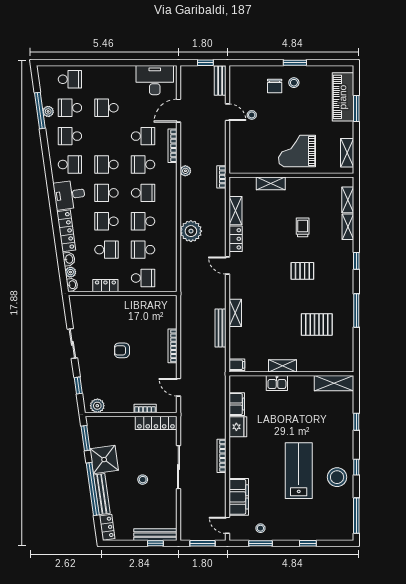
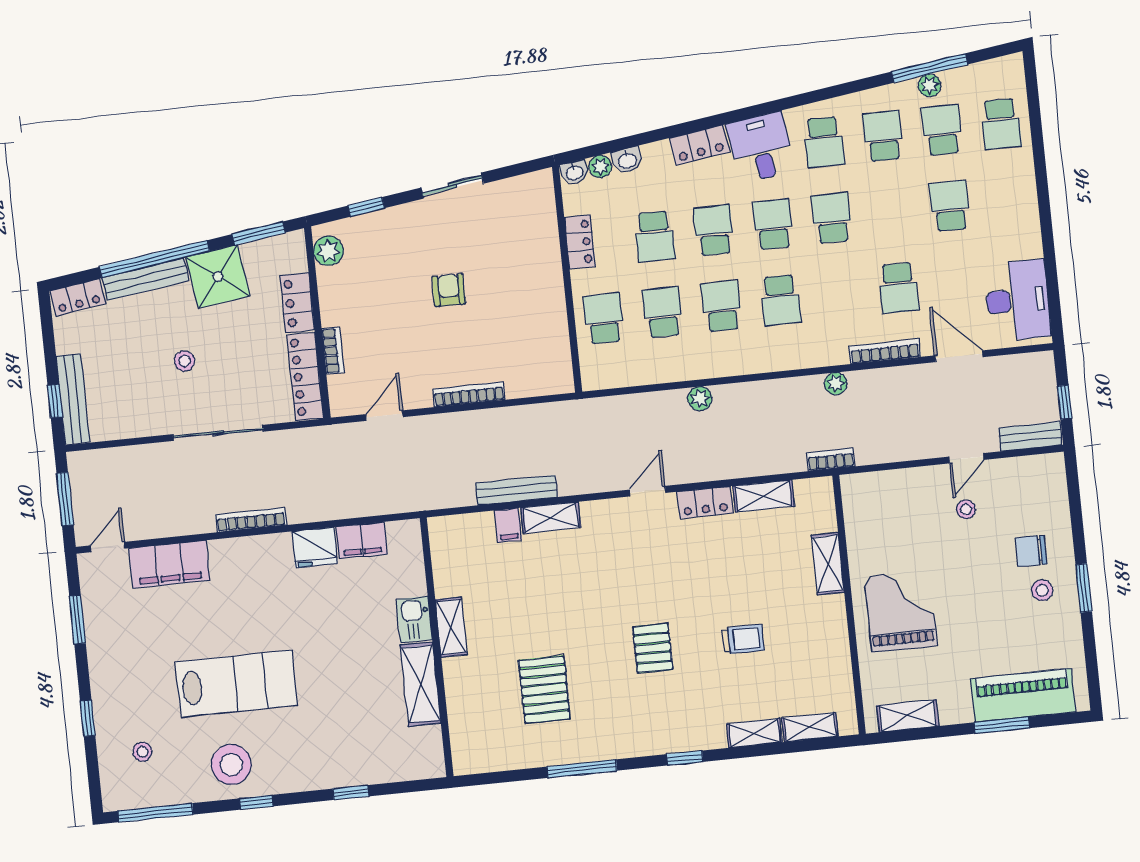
school desk: (143, 164) -> (840, 294), removed
locker: (66, 231) -> (699, 145), width x0.66
plant: (191, 231) -> (700, 399), width x0.53, depth x0.53
school desk: (143, 278) -> (604, 318), turned 180
filing cabinet: (237, 365) -> (508, 525), moved
shelving: (334, 383) -> (421, 684), moved
locker: (120, 423) -> (297, 303), added
stool: (260, 528) -> (143, 752), moved

